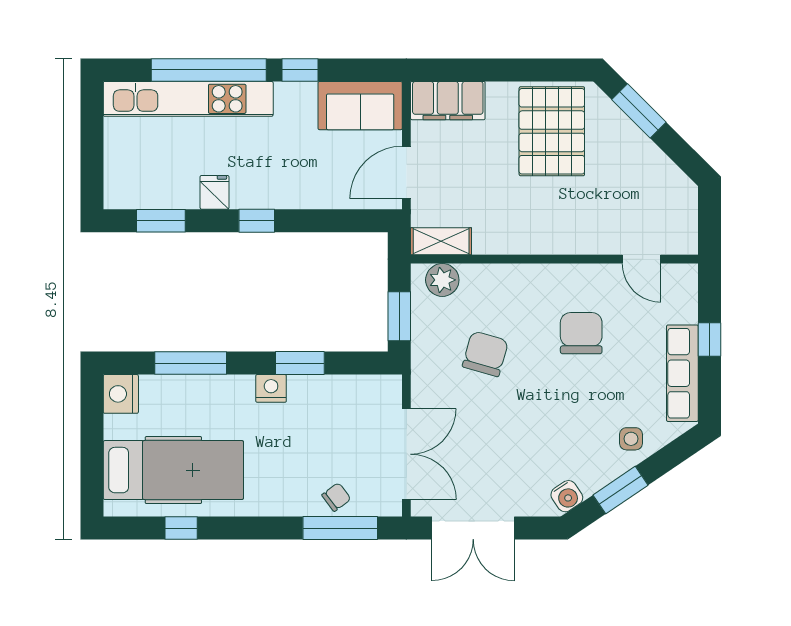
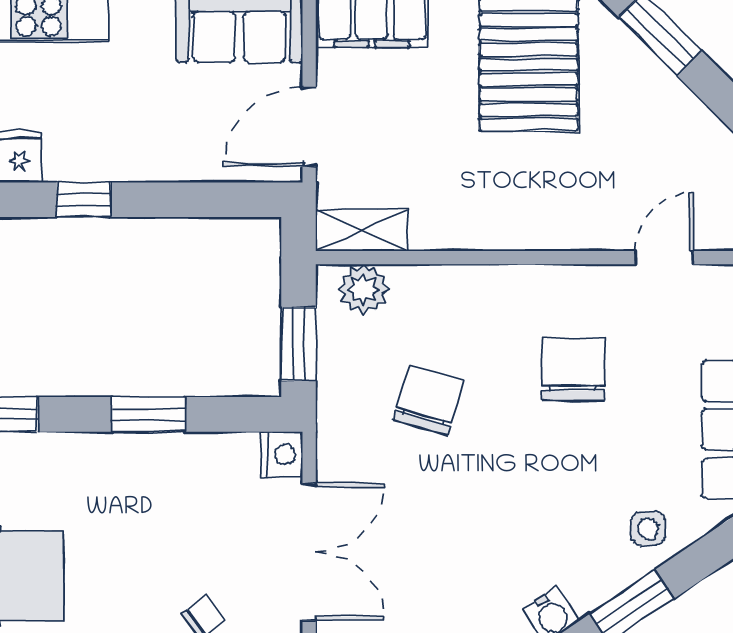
door: (642, 259) -> (664, 258), swing flipped
nightstand: (271, 388) -> (282, 455), moved, turned 90

